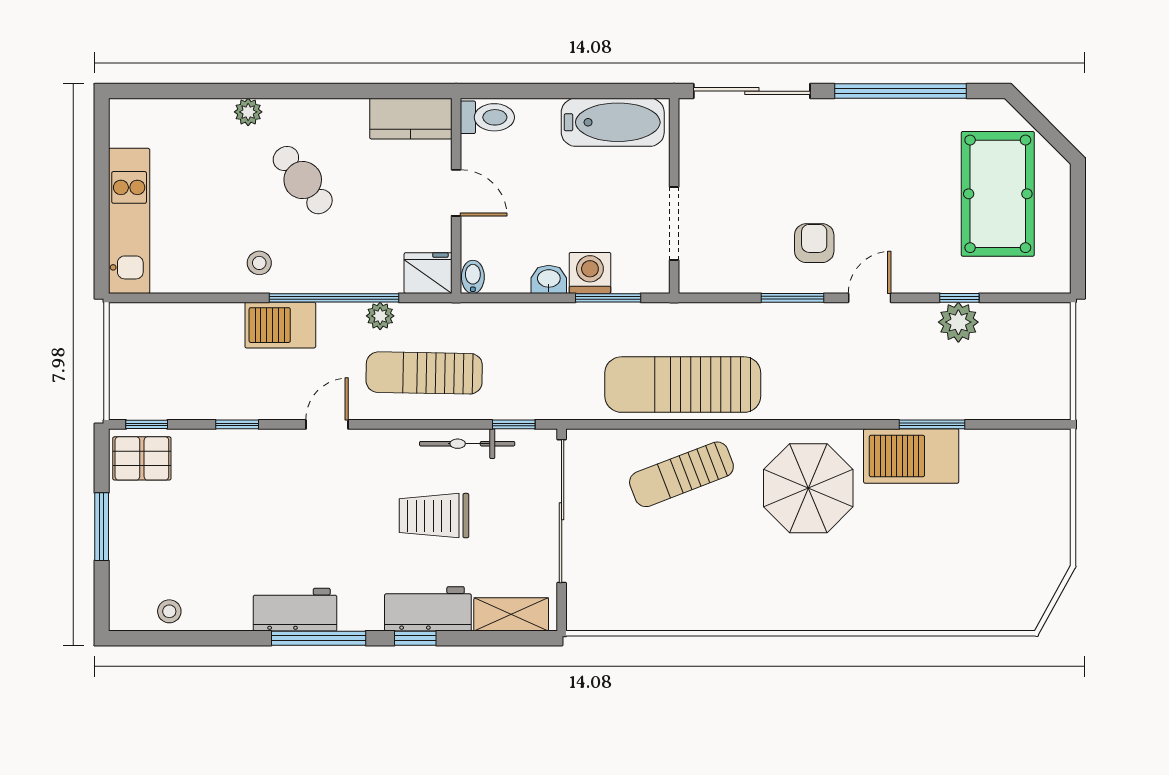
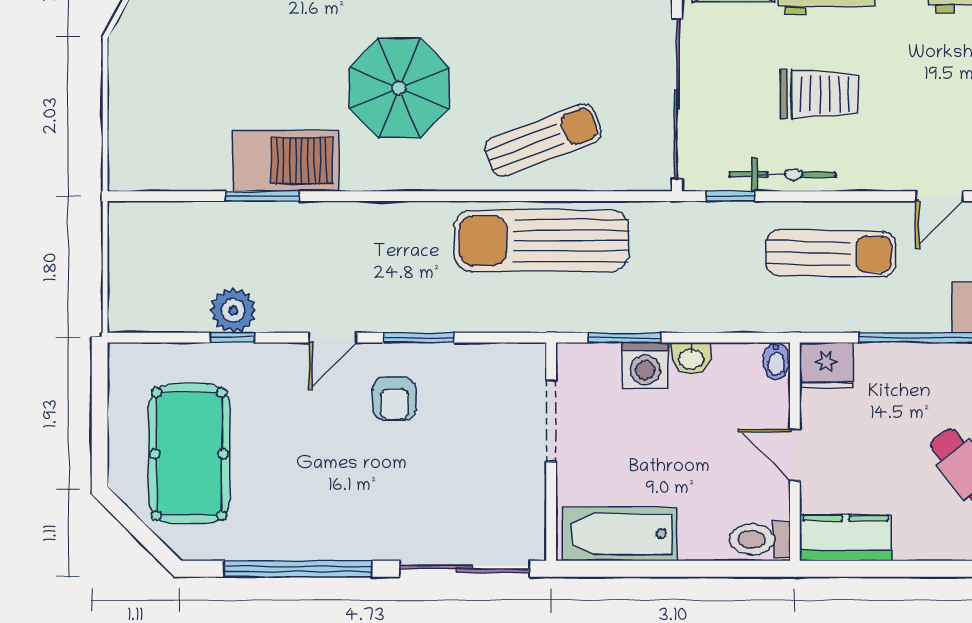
plant: (380, 316) -> (880, 317), removed
sun lounger: (683, 385) -> (541, 241), turned 180
parasol: (808, 488) -> (399, 88), moved

